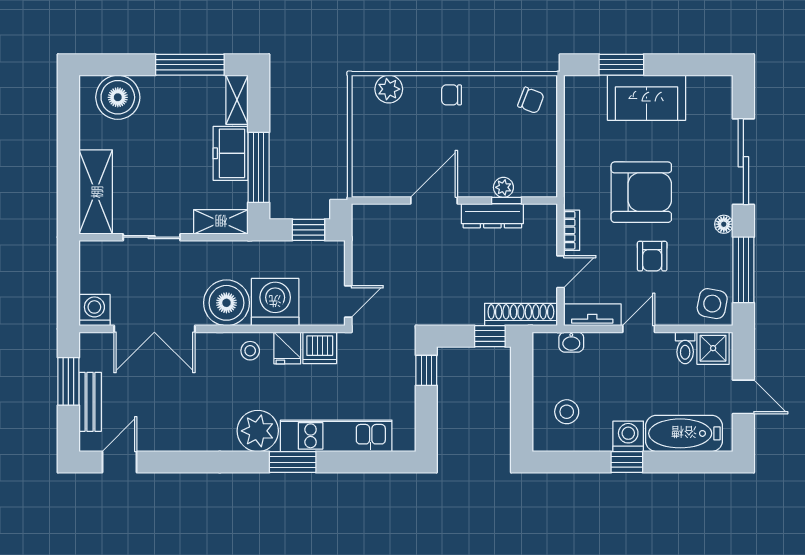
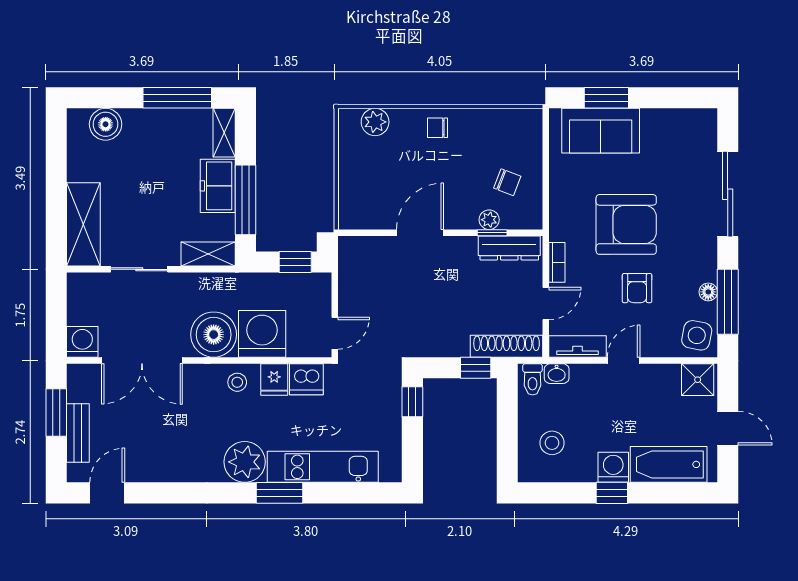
boiler: (118, 97) -> (106, 124), width x0.73, depth x0.73
sofa: (646, 98) -> (601, 131), moved
chair: (531, 100) -> (507, 182), moved
dresser: (492, 216) -> (509, 248), moved
floor lamp: (724, 224) -> (708, 292), moved
toilet: (685, 348) -> (533, 379), moved

